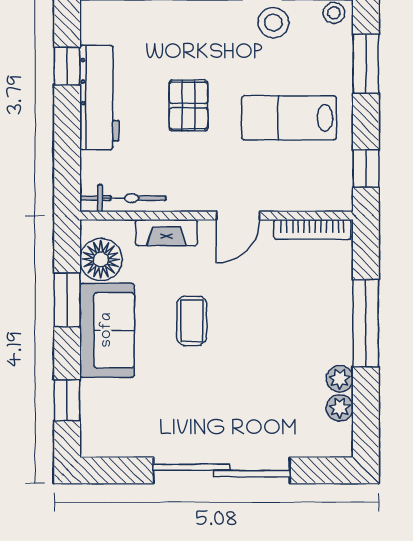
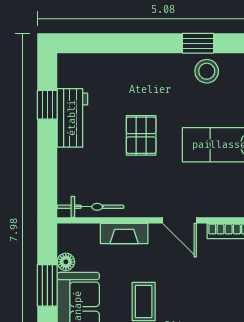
workbench: (99, 97) -> (72, 118), width x0.73
door: (238, 216) -> (179, 220), hinge flipped
floor lamp: (101, 259) -> (66, 262), width x0.53, depth x0.53

